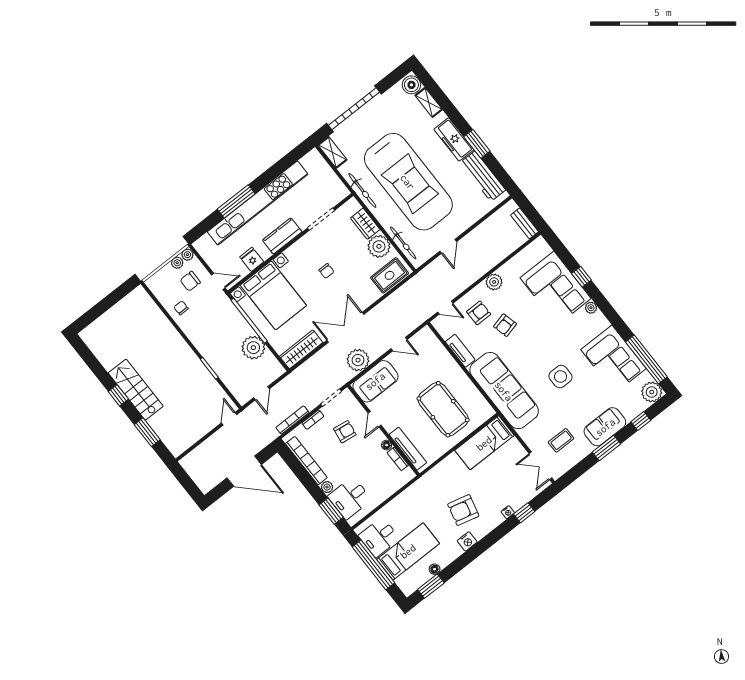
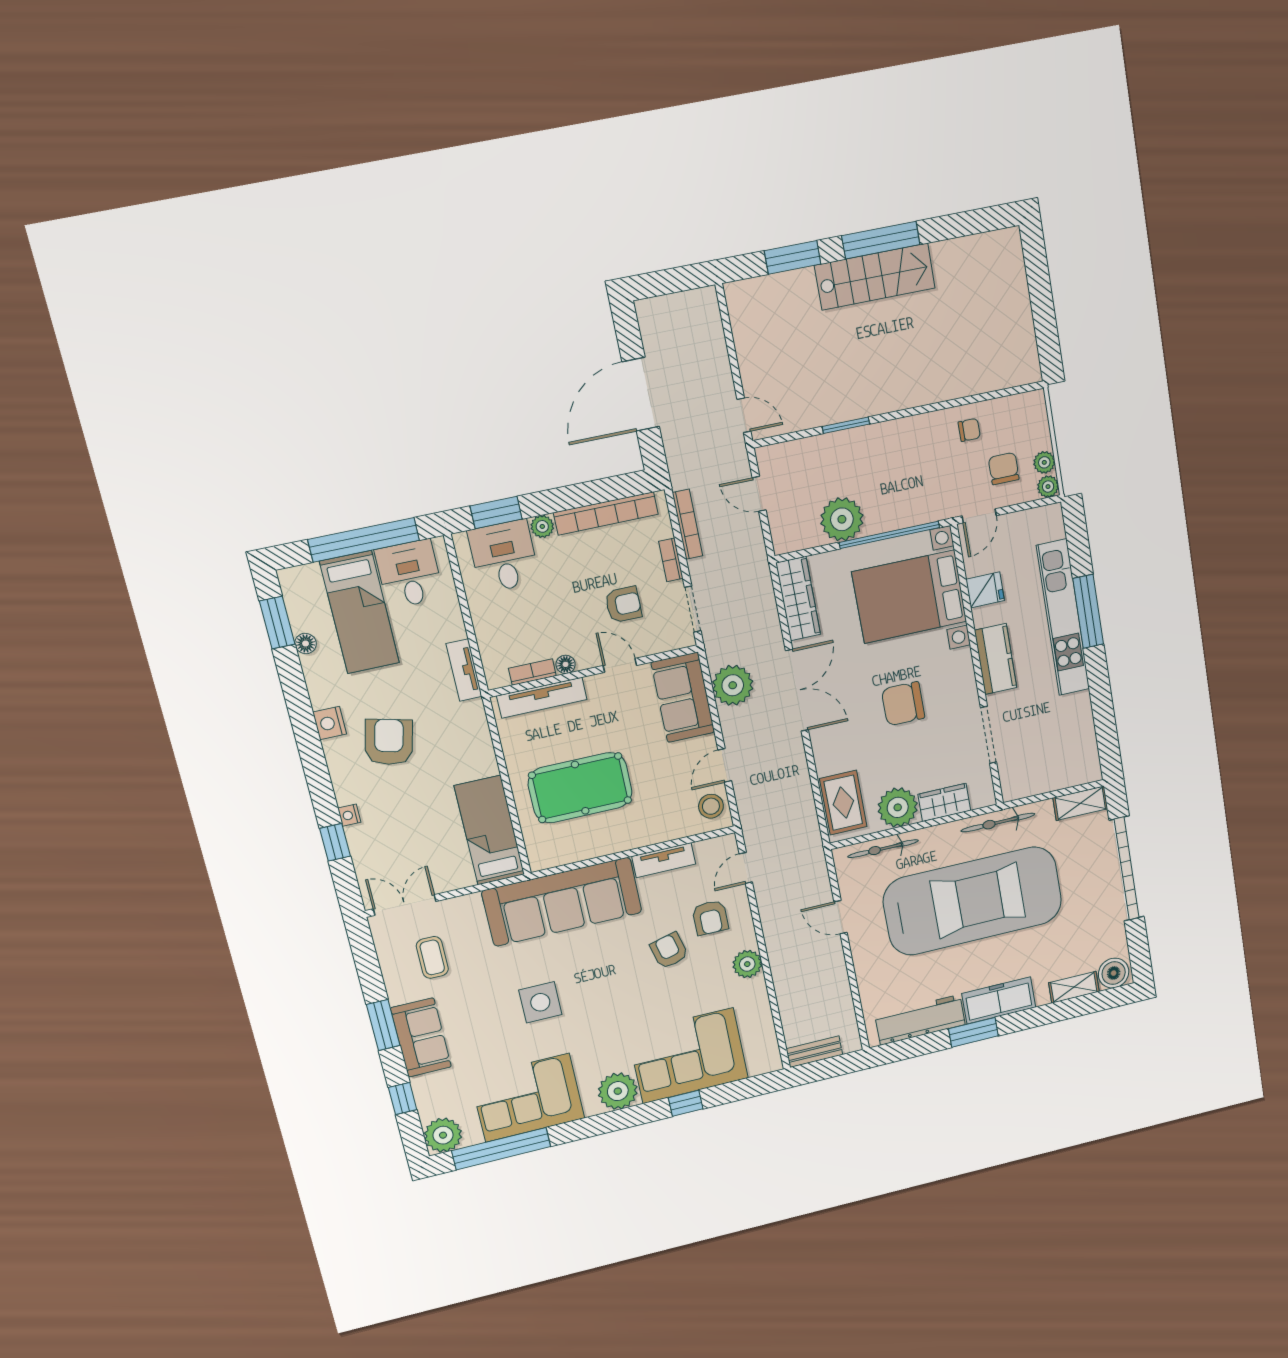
car: (408, 182) -> (973, 901), turned 180
kitchen unit: (258, 203) -> (1063, 618), width x0.73
chair: (326, 271) -> (903, 704), width x1.87, depth x1.87
plant: (591, 308) -> (618, 1091), width x1.88, depth x1.88
stool: (422, 341) -> (711, 806), added
window: (118, 395) -> (881, 240), width x2.17
armchair: (345, 432) -> (623, 604), turned -98
tv unit: (412, 491) -> (464, 670), added

